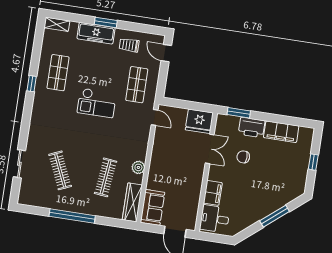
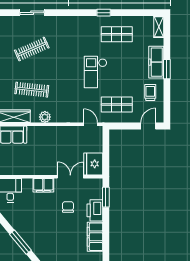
door: (155, 117) -> (91, 124), swing flipped
double door: (210, 149) -> (70, 177), swing flipped
filing cabinet: (213, 193) -> (43, 185), moved

